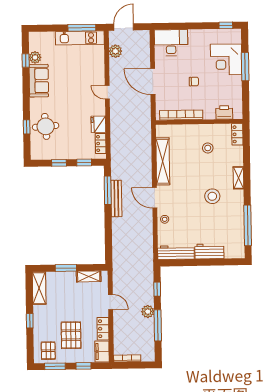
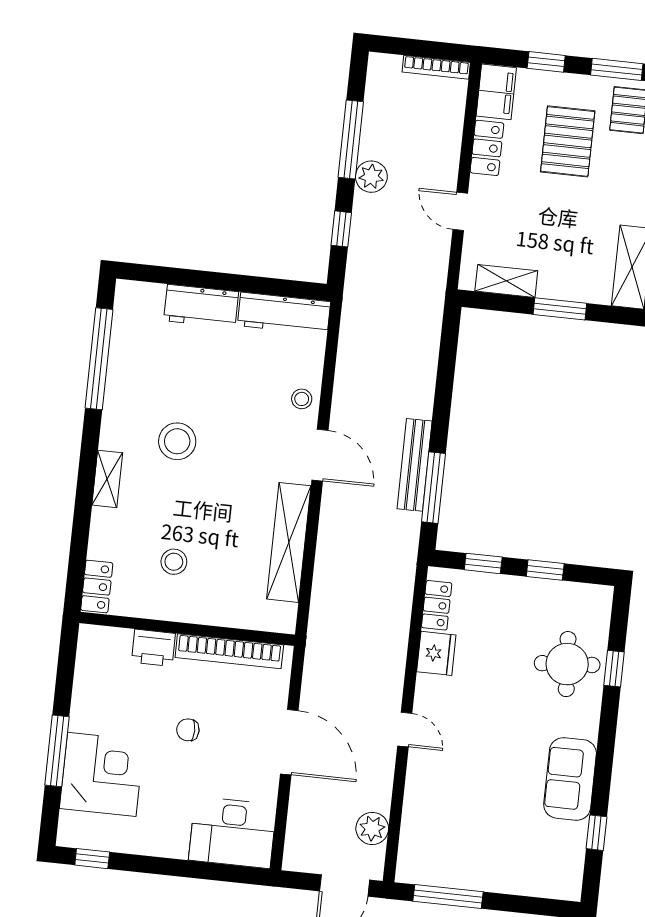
kitchen unit: (80, 38) -> (456, 872), removed
plant: (35, 57) -> (572, 837), removed
printer: (224, 112) -> (153, 648), moved

